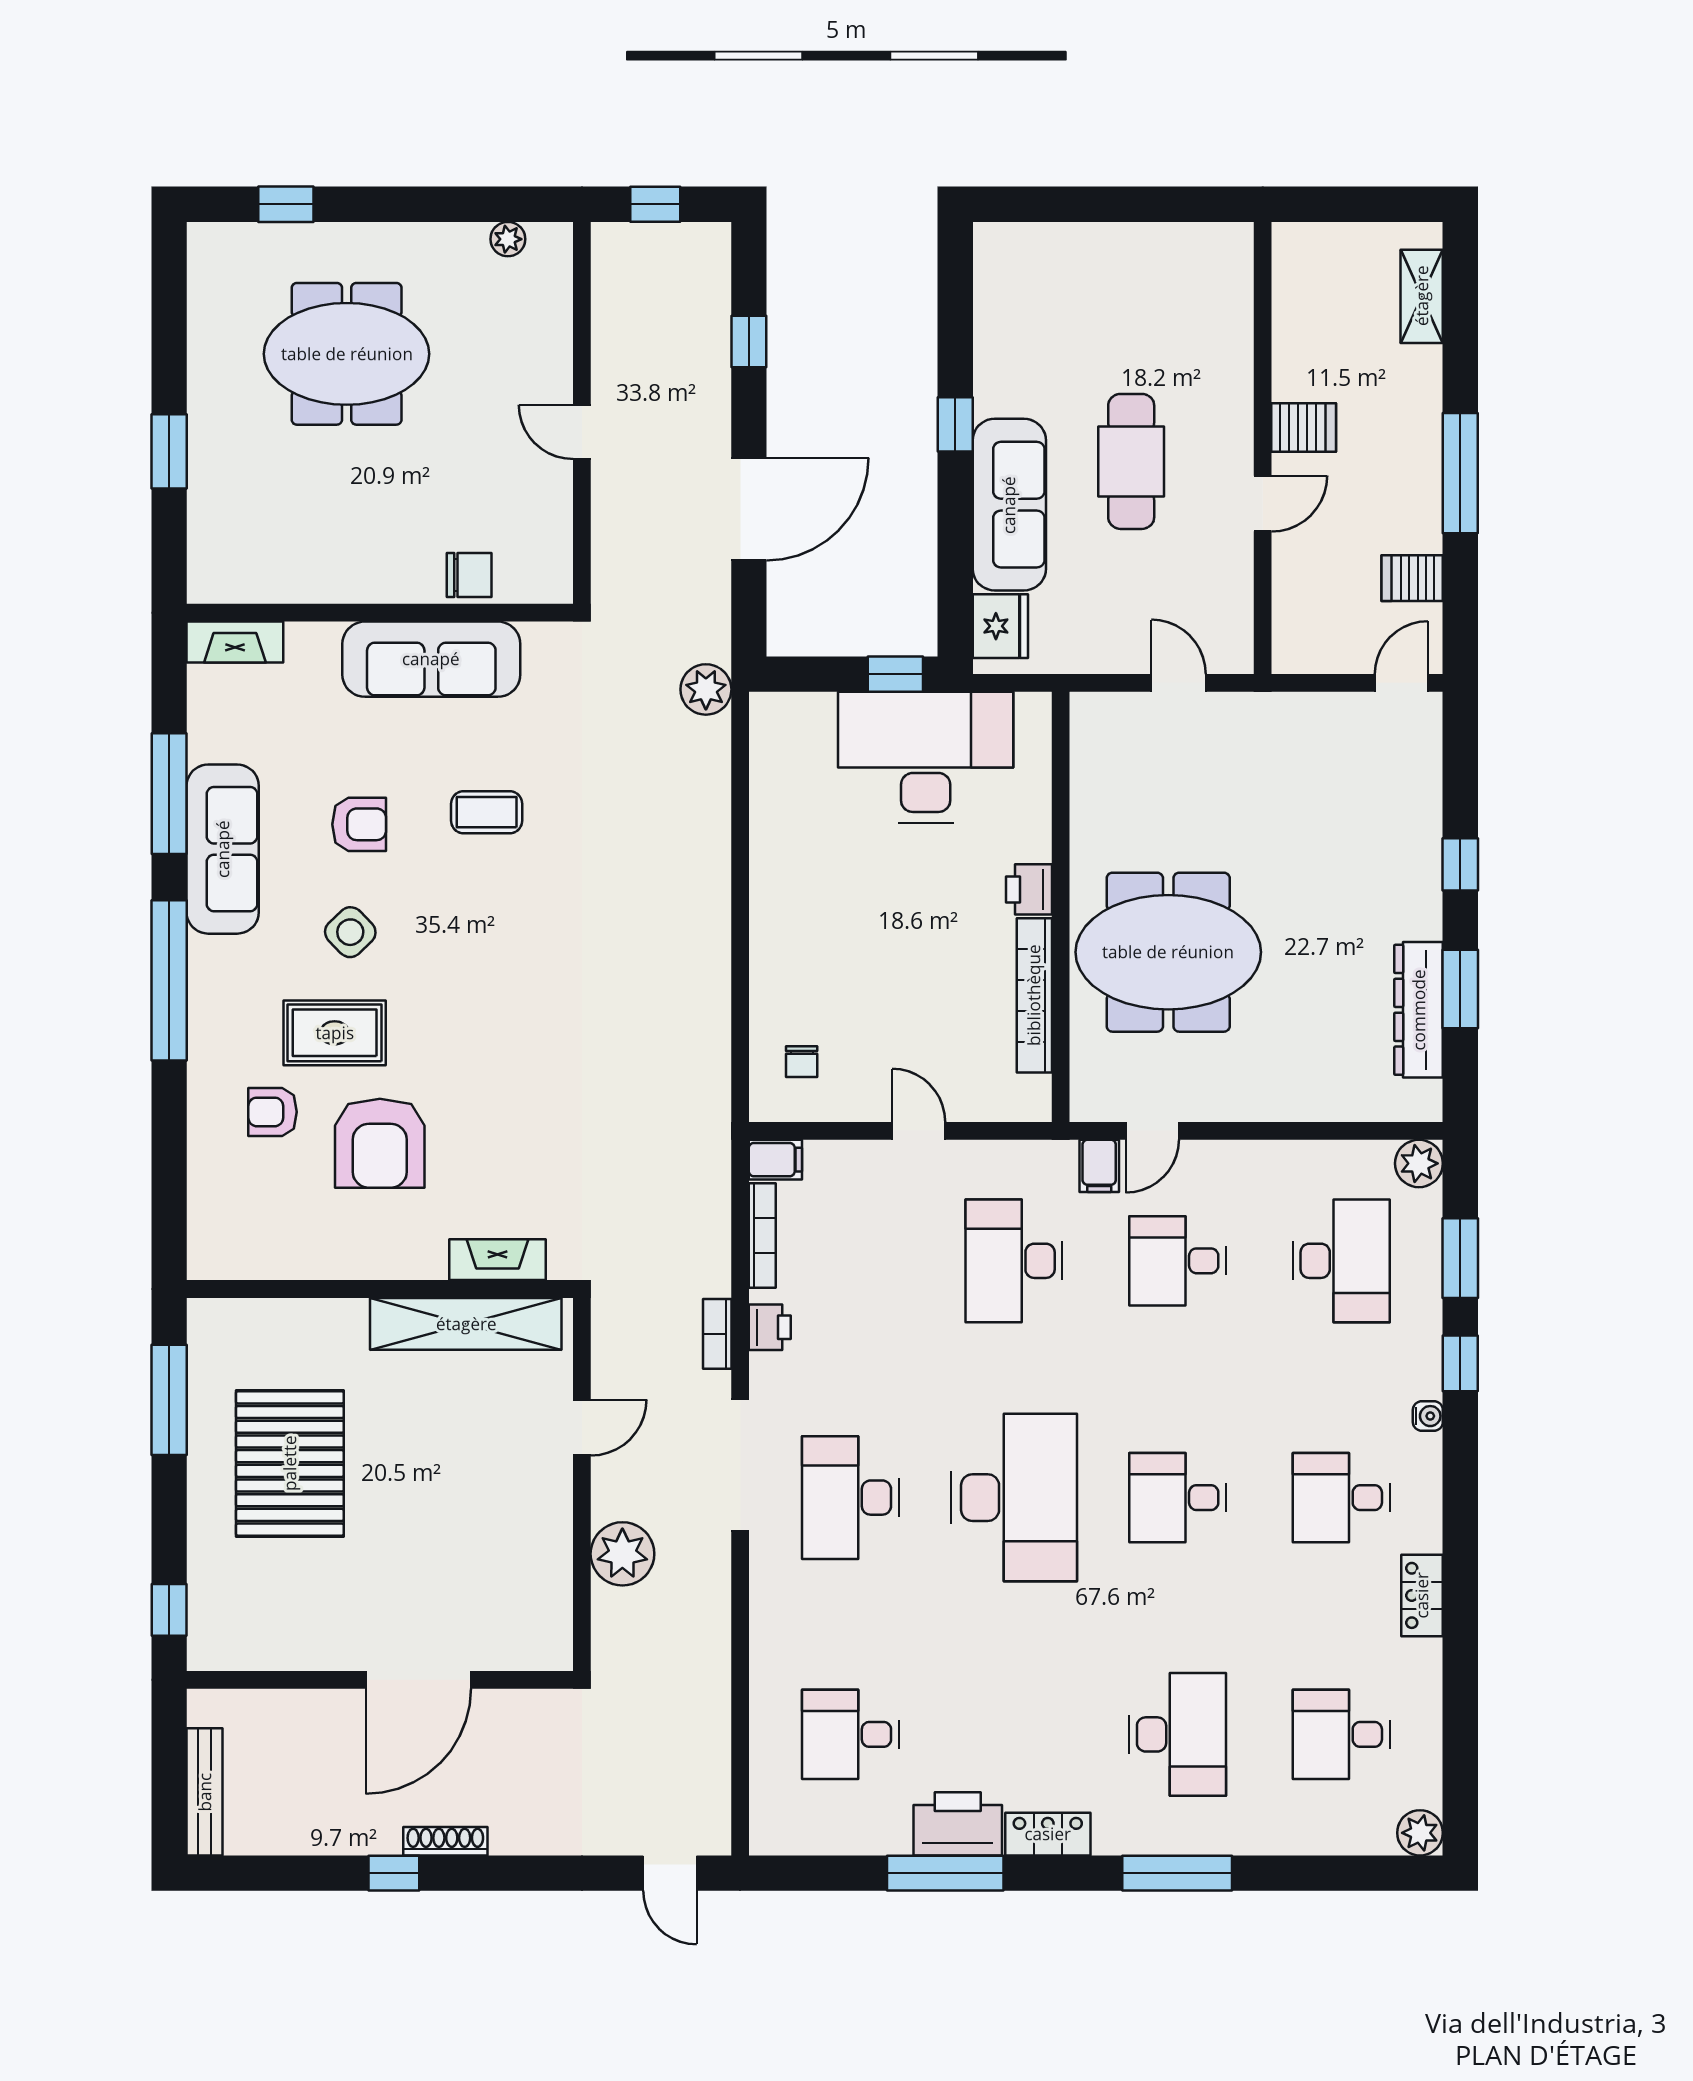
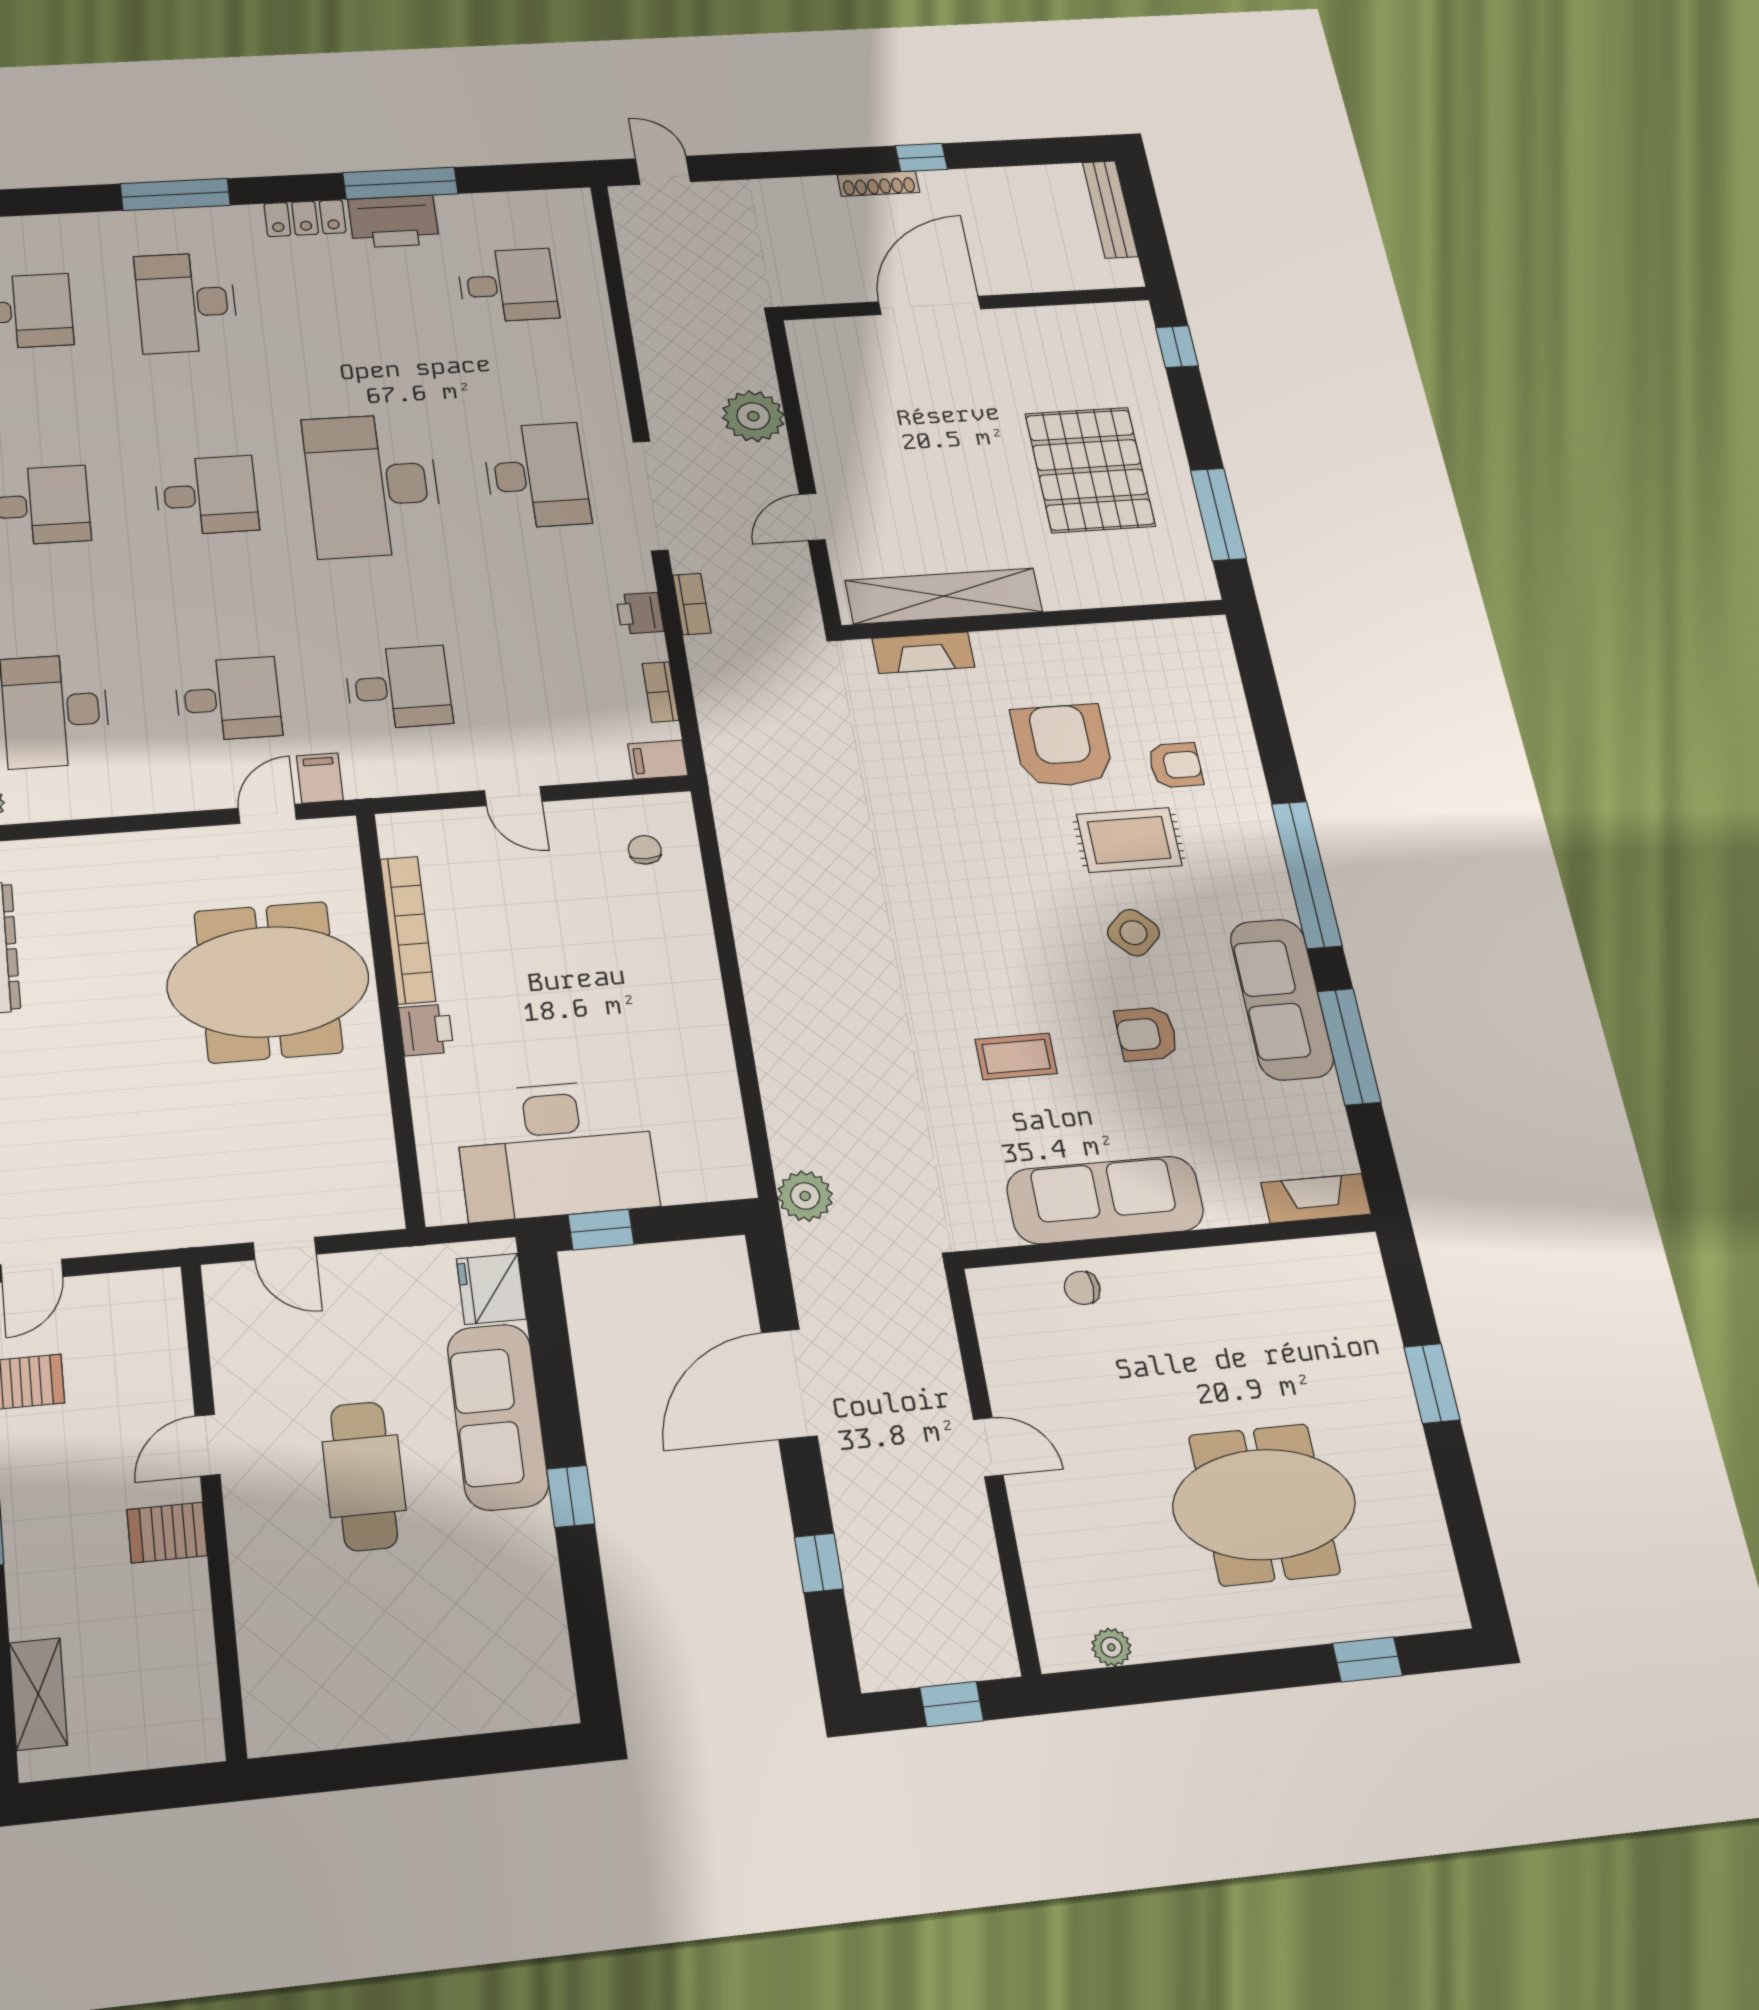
chair: (469, 575) -> (1082, 1288), width x0.73, depth x0.73
bookcase: (762, 1235) -> (660, 692), width x0.64
desk: (1014, 1261) -> (399, 687), width x0.73

